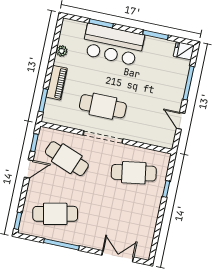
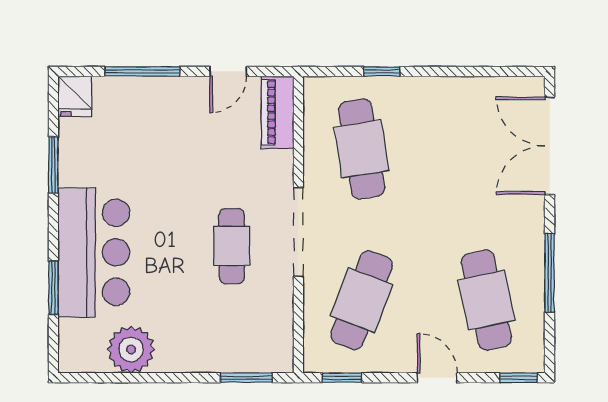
plant: (62, 51) -> (131, 349), width x1.87, depth x1.87
piano: (57, 83) -> (278, 112), moved, turned -90
cafe table: (103, 106) -> (232, 246), width x0.73, depth x0.74
door: (29, 169) -> (437, 378), moved
double door: (118, 256) -> (550, 146), width x1.37

